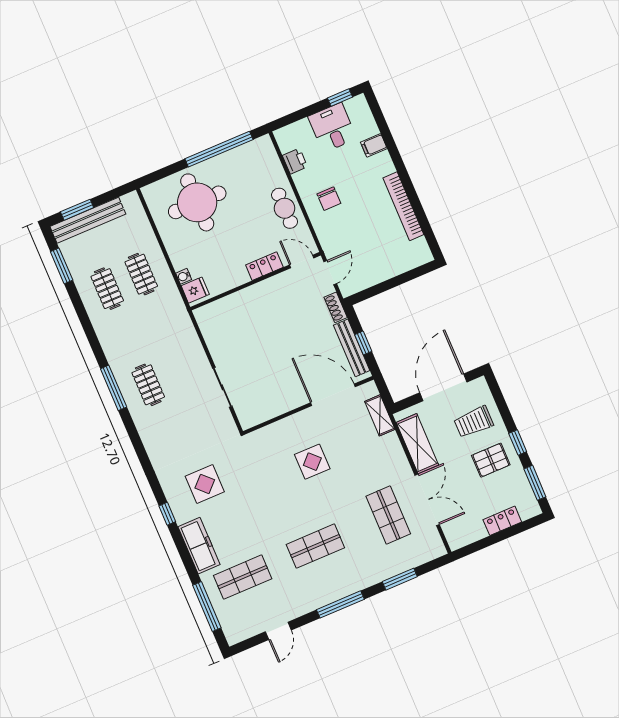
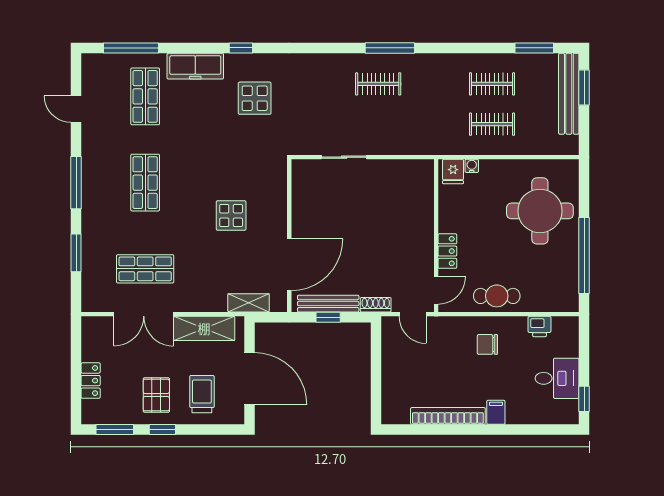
filing cabinet: (374, 145) -> (496, 412), moved

